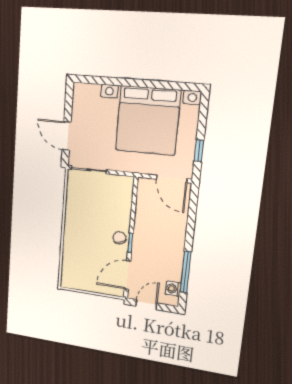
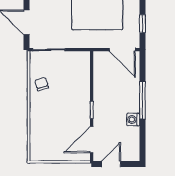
chair: (119, 238) -> (42, 84), moved
window: (186, 272) -> (142, 100), moved
washing machine: (173, 289) -> (133, 120), moved

